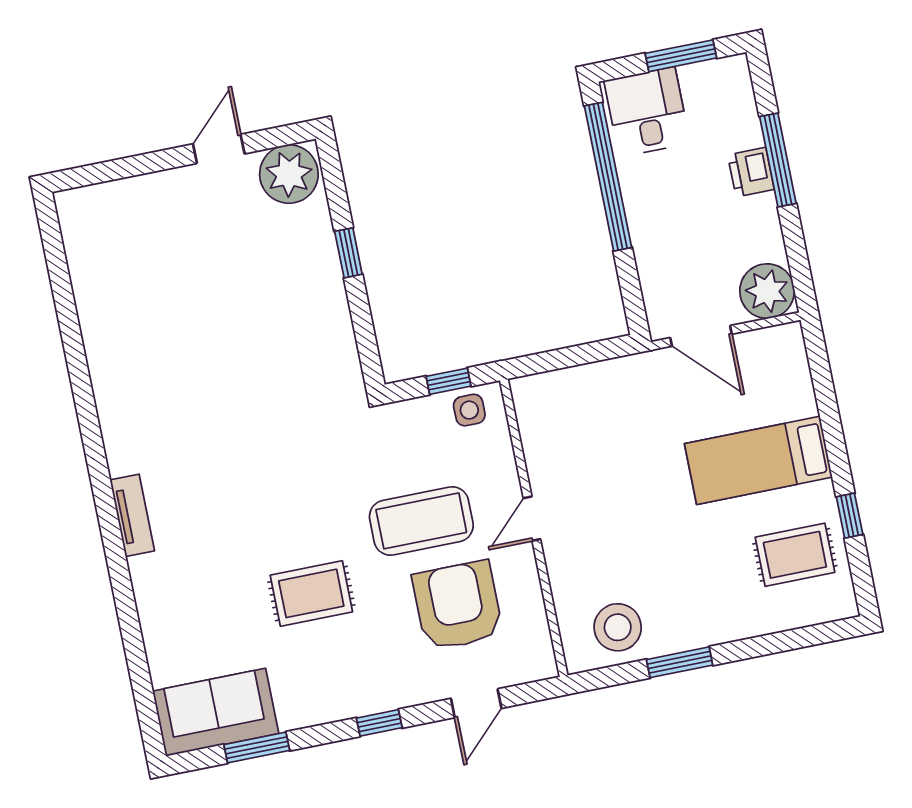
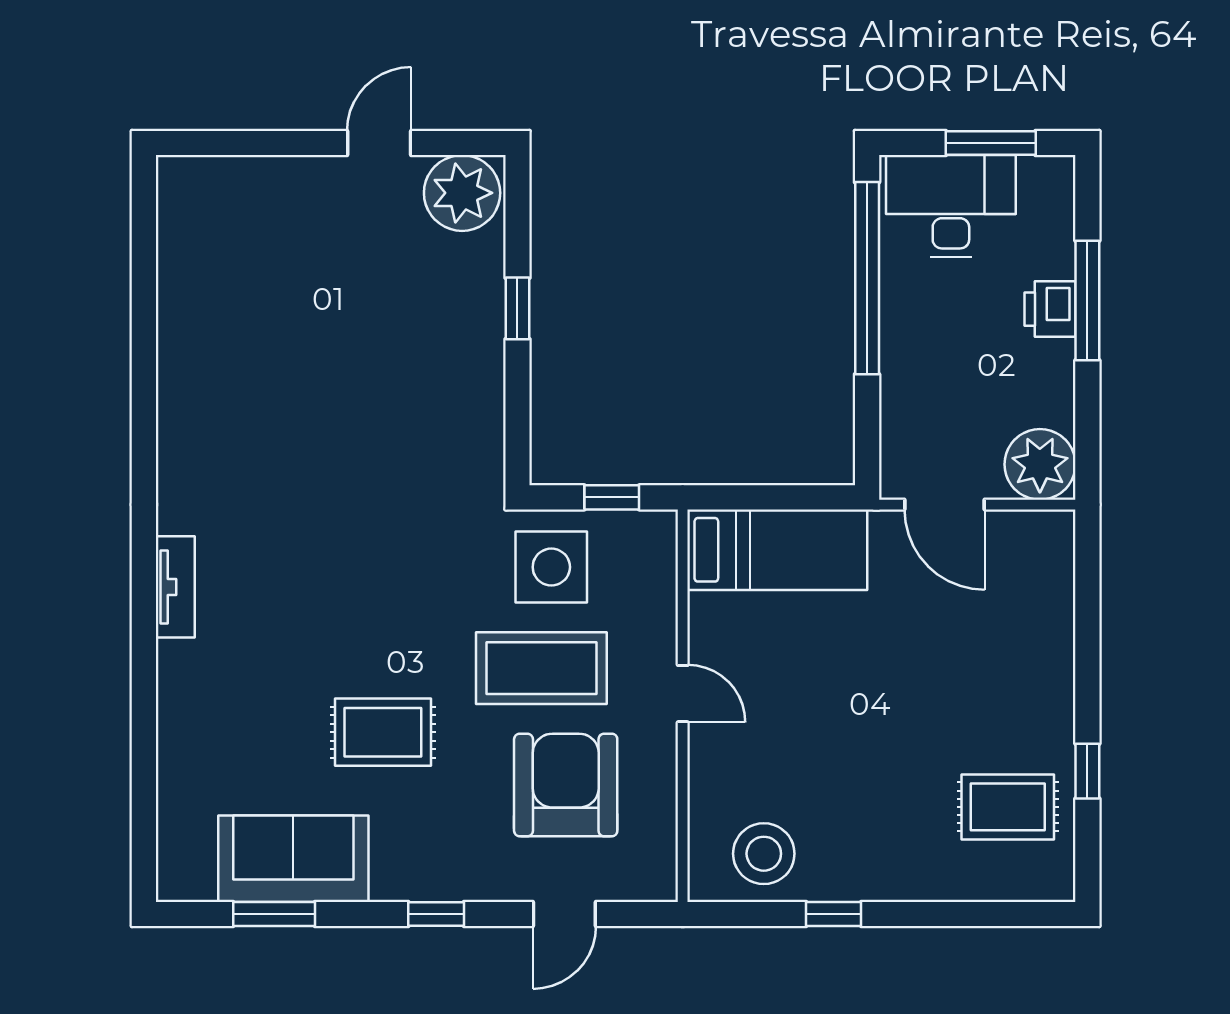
desk: (647, 112) -> (951, 206), width x1.37
side table: (469, 410) -> (551, 567), moved, width x1.87, depth x1.87
bed: (758, 460) -> (777, 550), moved, turned 180
door: (532, 519) -> (683, 694), swing flipped
window: (680, 662) -> (834, 914), width x0.67
sofa: (216, 712) -> (293, 859), moved

